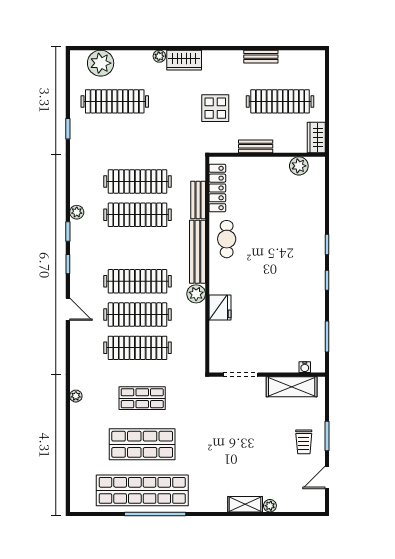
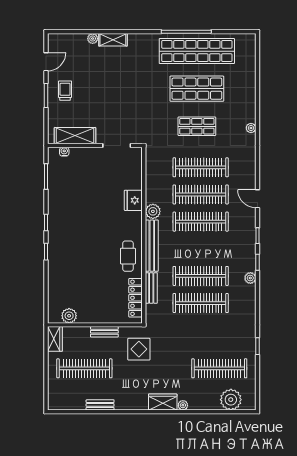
display table: (215, 108) -> (139, 349), moved

